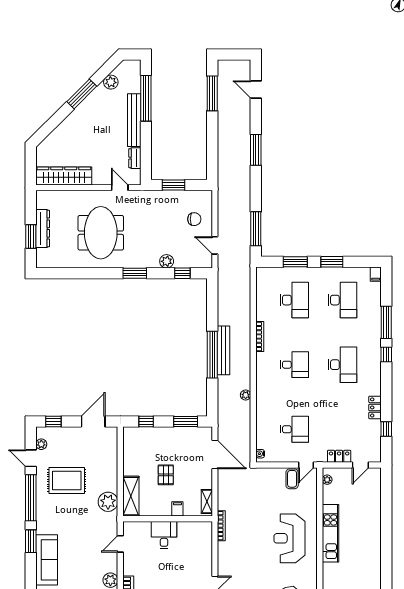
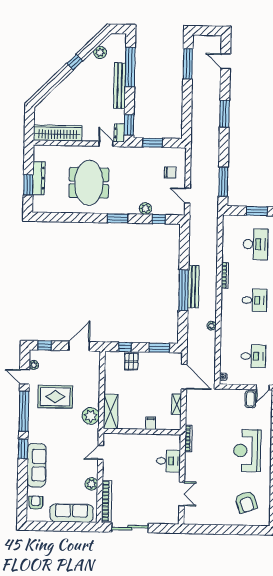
window: (82, 94) -> (75, 62), width x0.46
dresser: (135, 158) -> (119, 133), moved
window: (146, 165) -> (129, 125), added
pallet: (166, 475) -> (131, 361), moved
shelving: (207, 502) -> (177, 404), moved
desk: (164, 535) -> (168, 461), moved, turned 90

